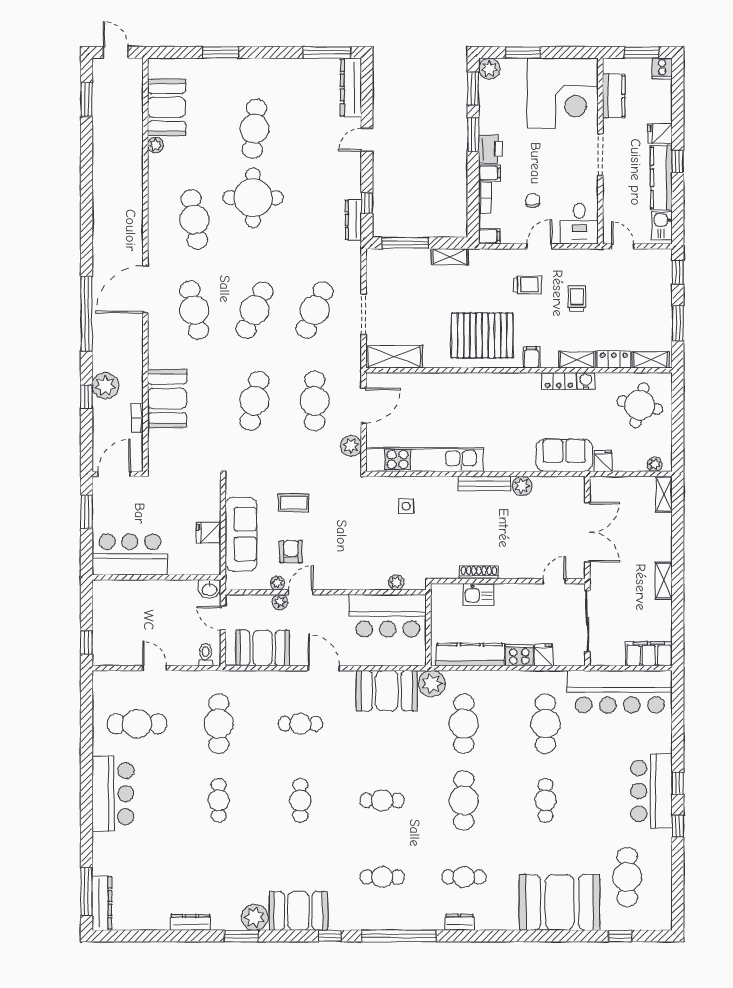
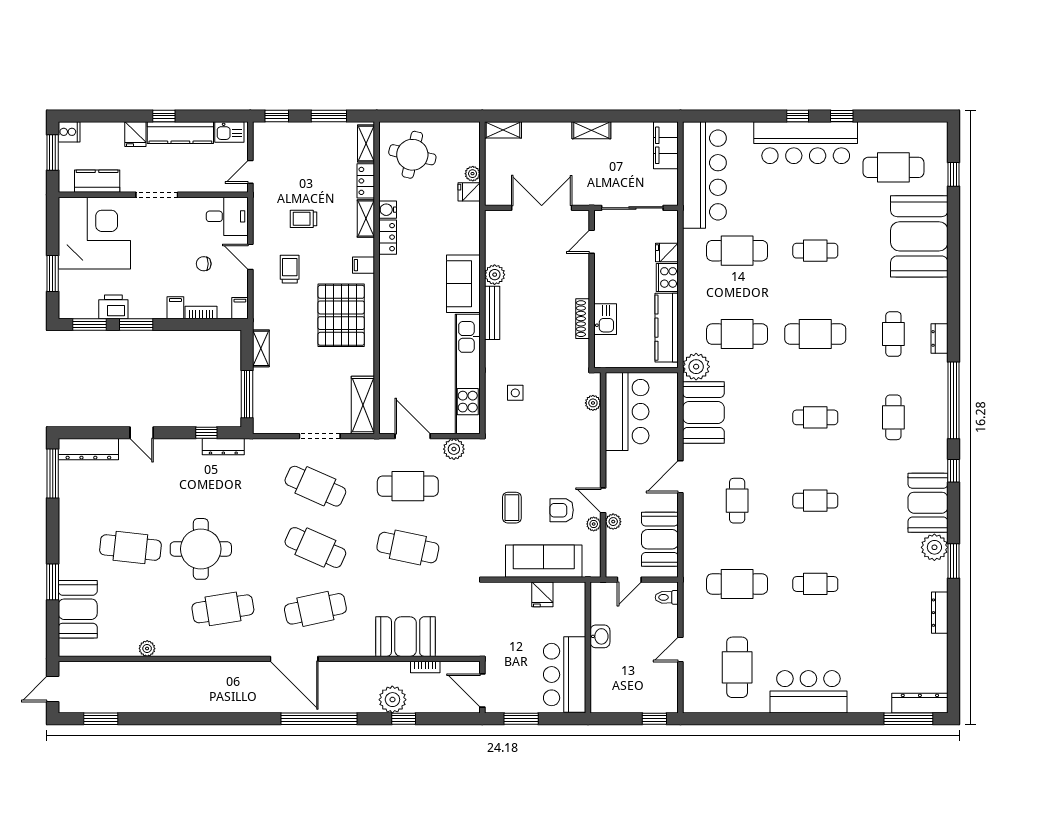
plant: (489, 69) -> (69, 308), removed
booth: (167, 107) -> (78, 609), moved, turned 90
printer: (490, 149) -> (113, 307), moved
sofa: (564, 455) -> (463, 284), moved
plant: (655, 464) -> (473, 174), moved
door: (554, 581) -> (592, 242), hinge flipped
washbasin: (209, 589) -> (600, 636), moved
bar counter: (651, 791) -> (806, 143), width x1.36
cafe table: (382, 800) -> (815, 417), turned 90

